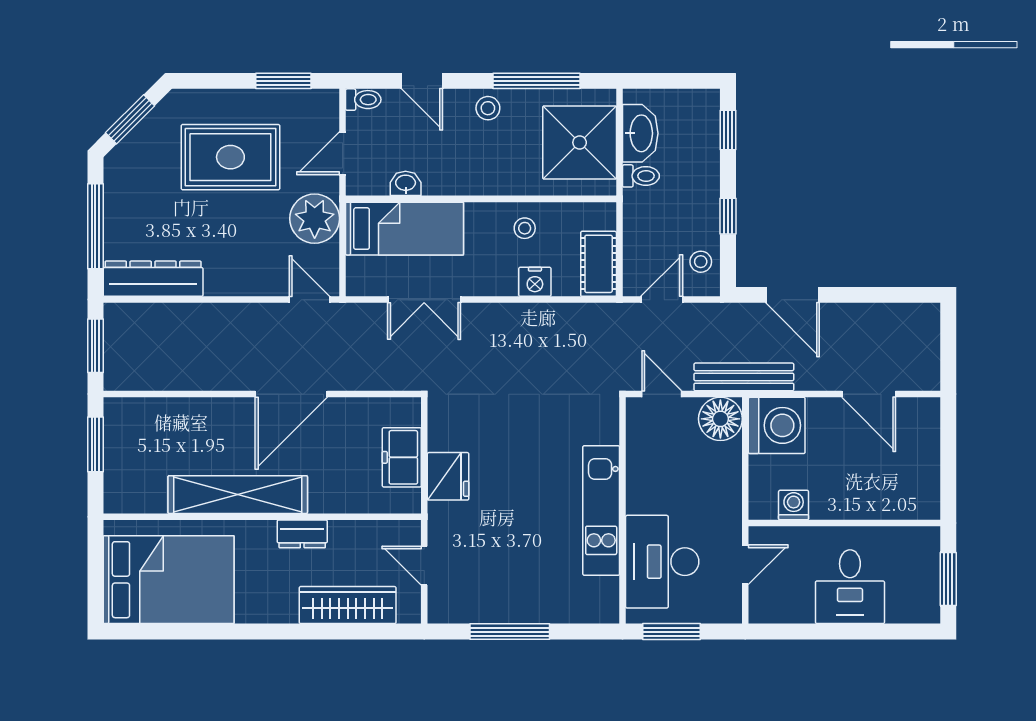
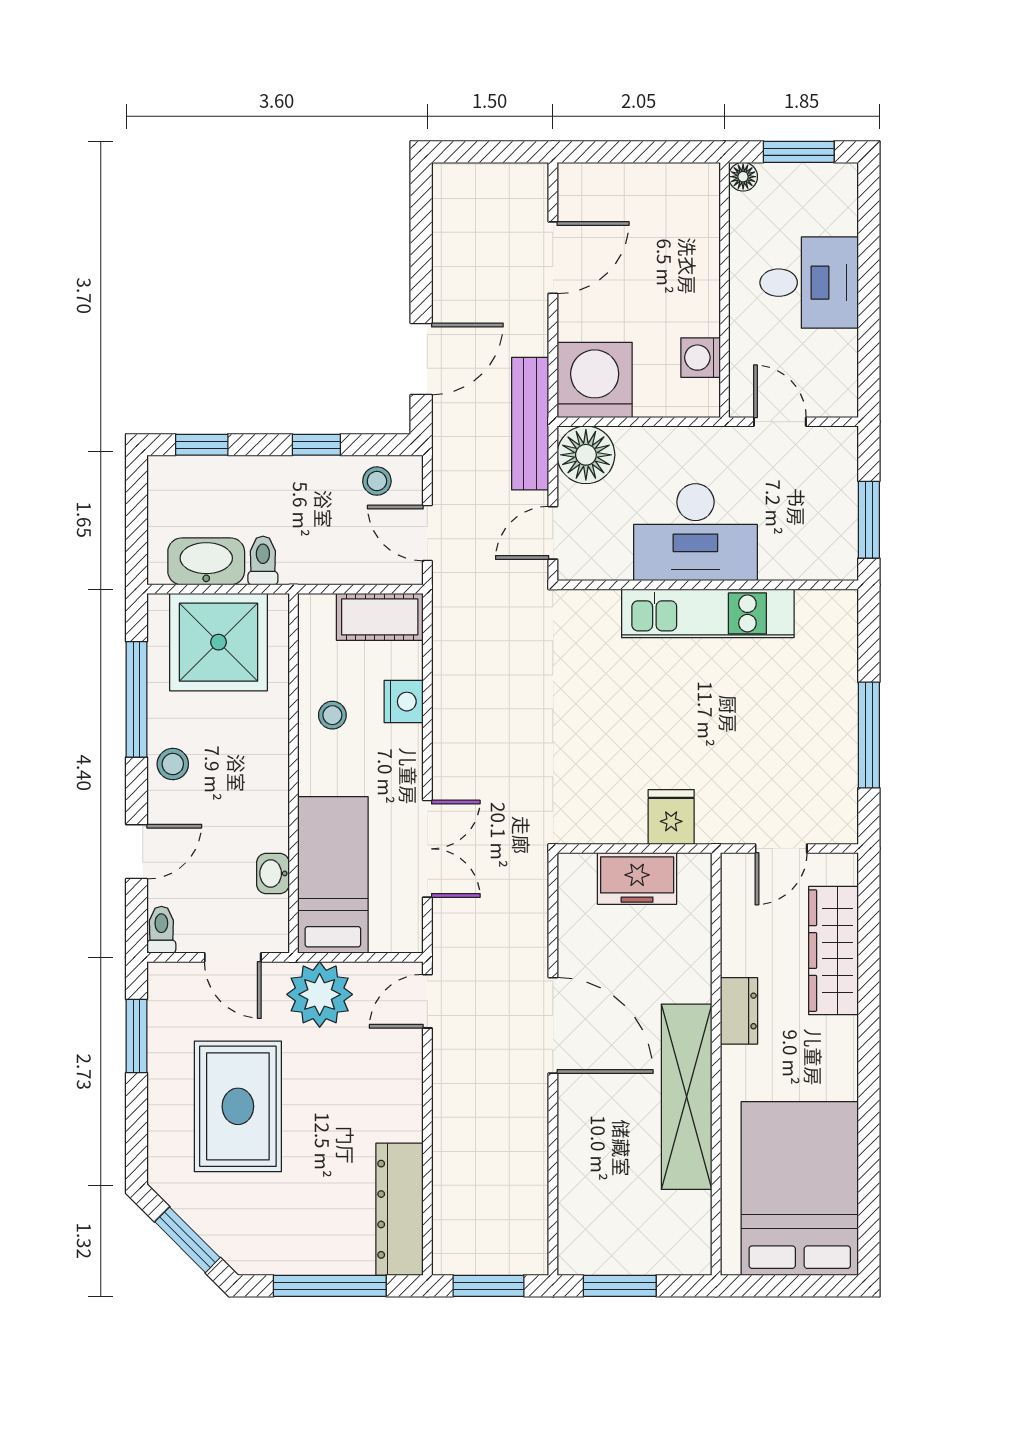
fridge: (448, 476) -> (671, 817), width x0.72
floor lamp: (930, 537) -> (743, 177), added
desk: (662, 562) -> (695, 532), moved

